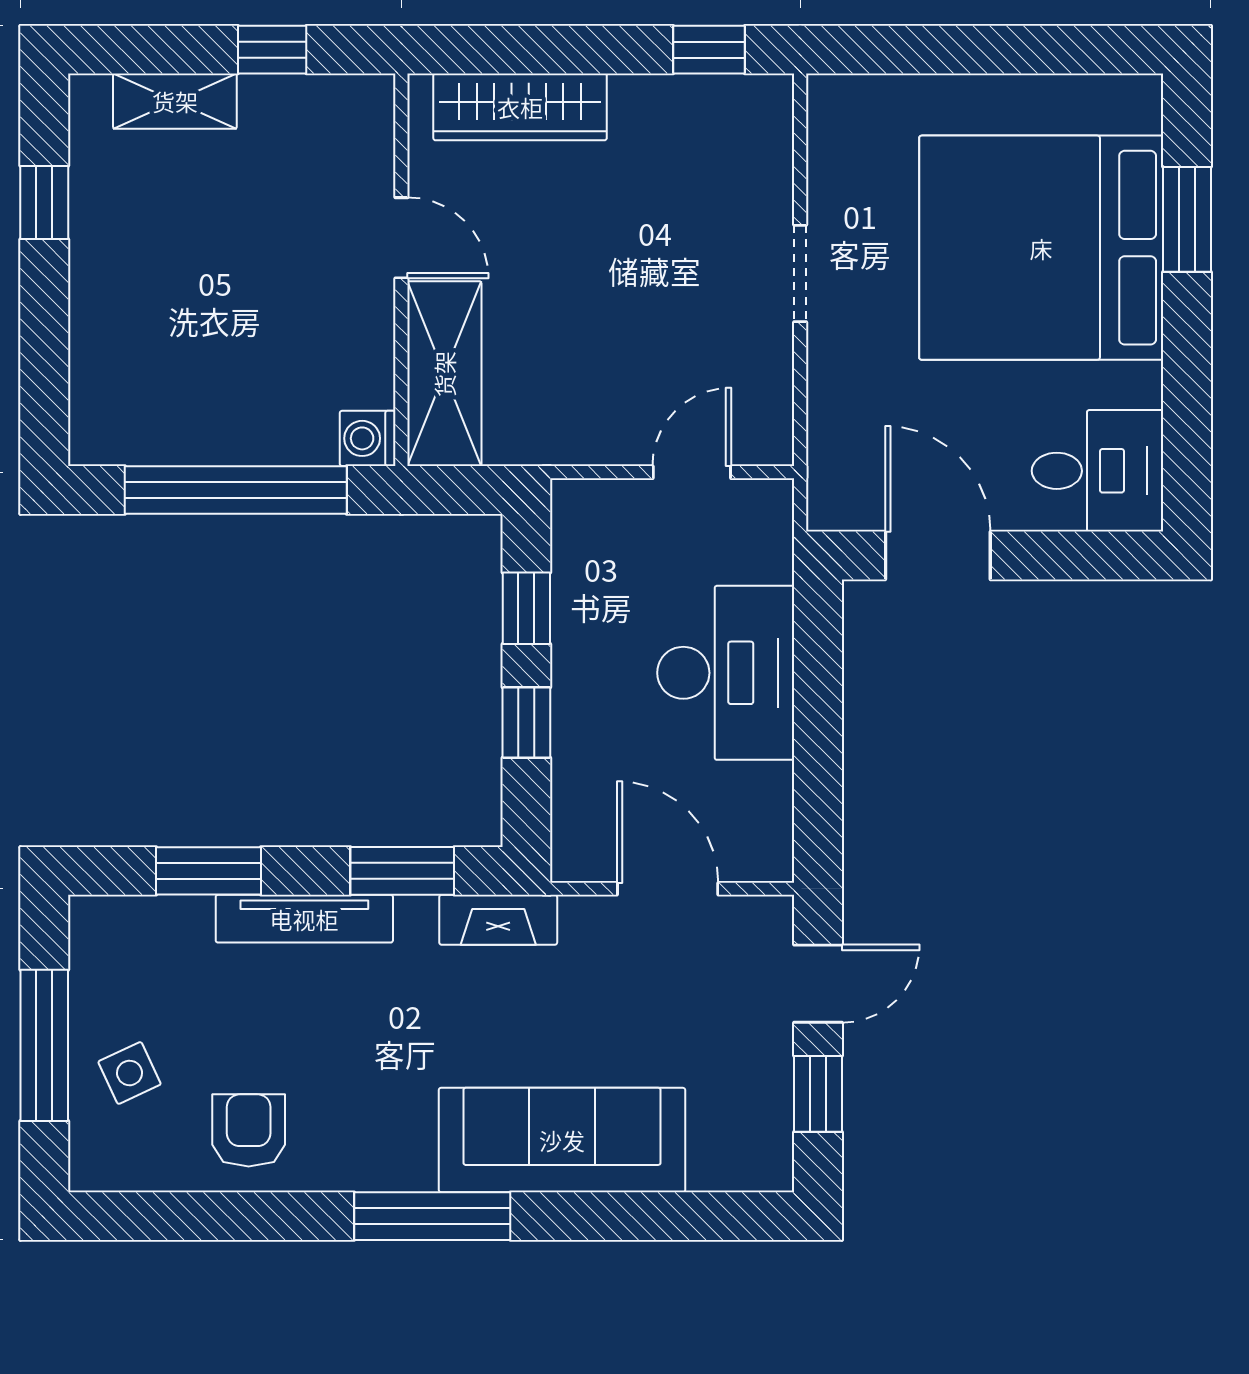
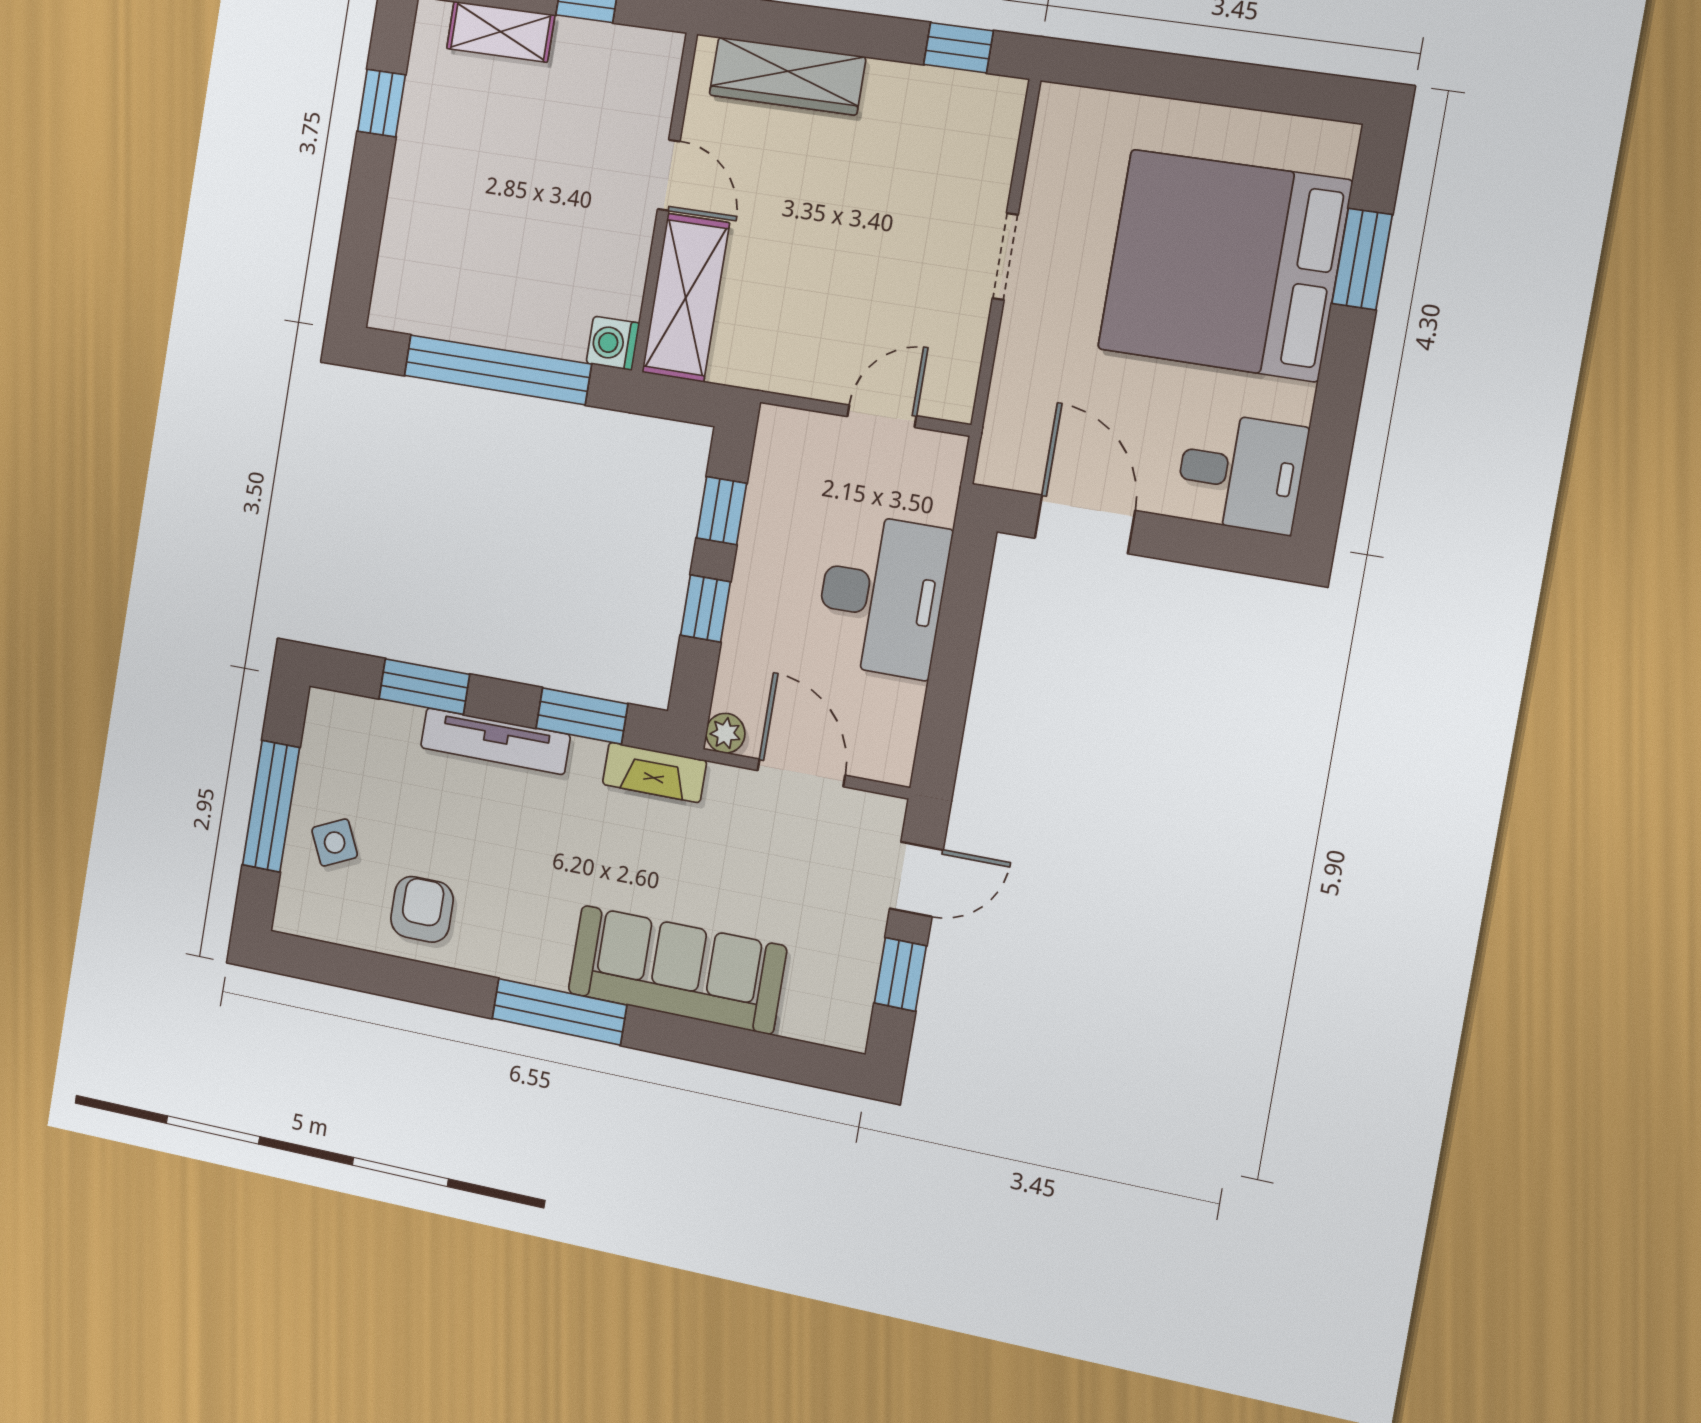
plant: (573, 860) -> (725, 733), added

